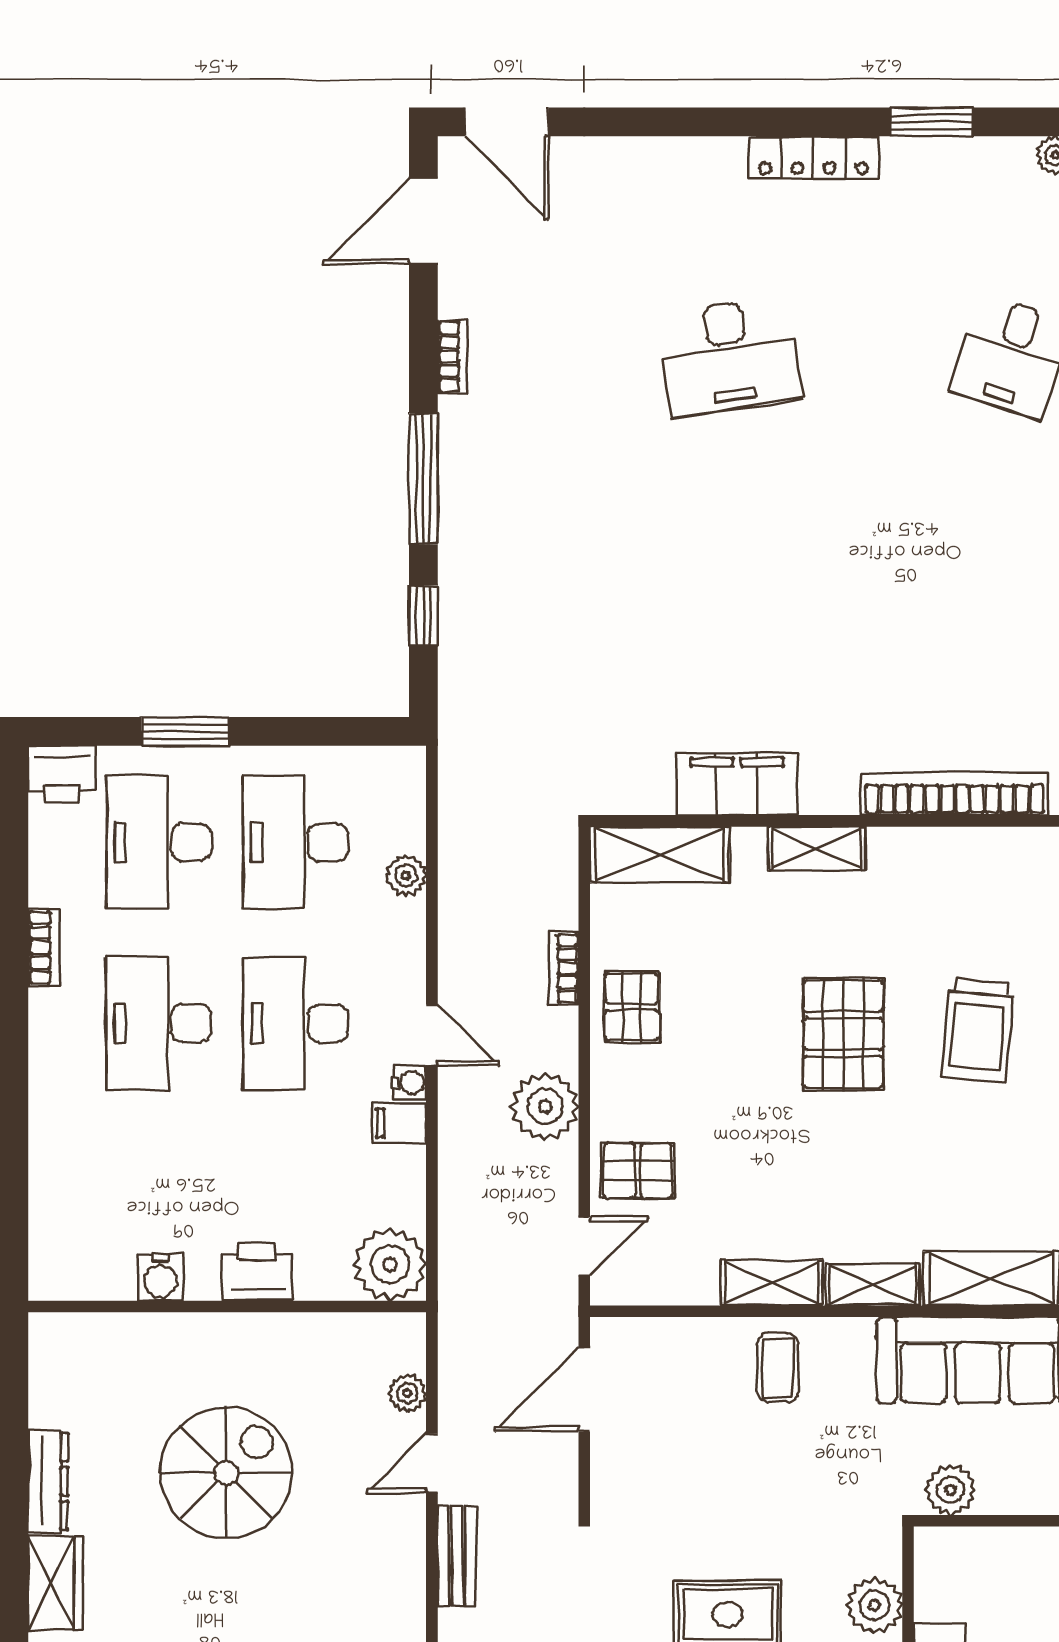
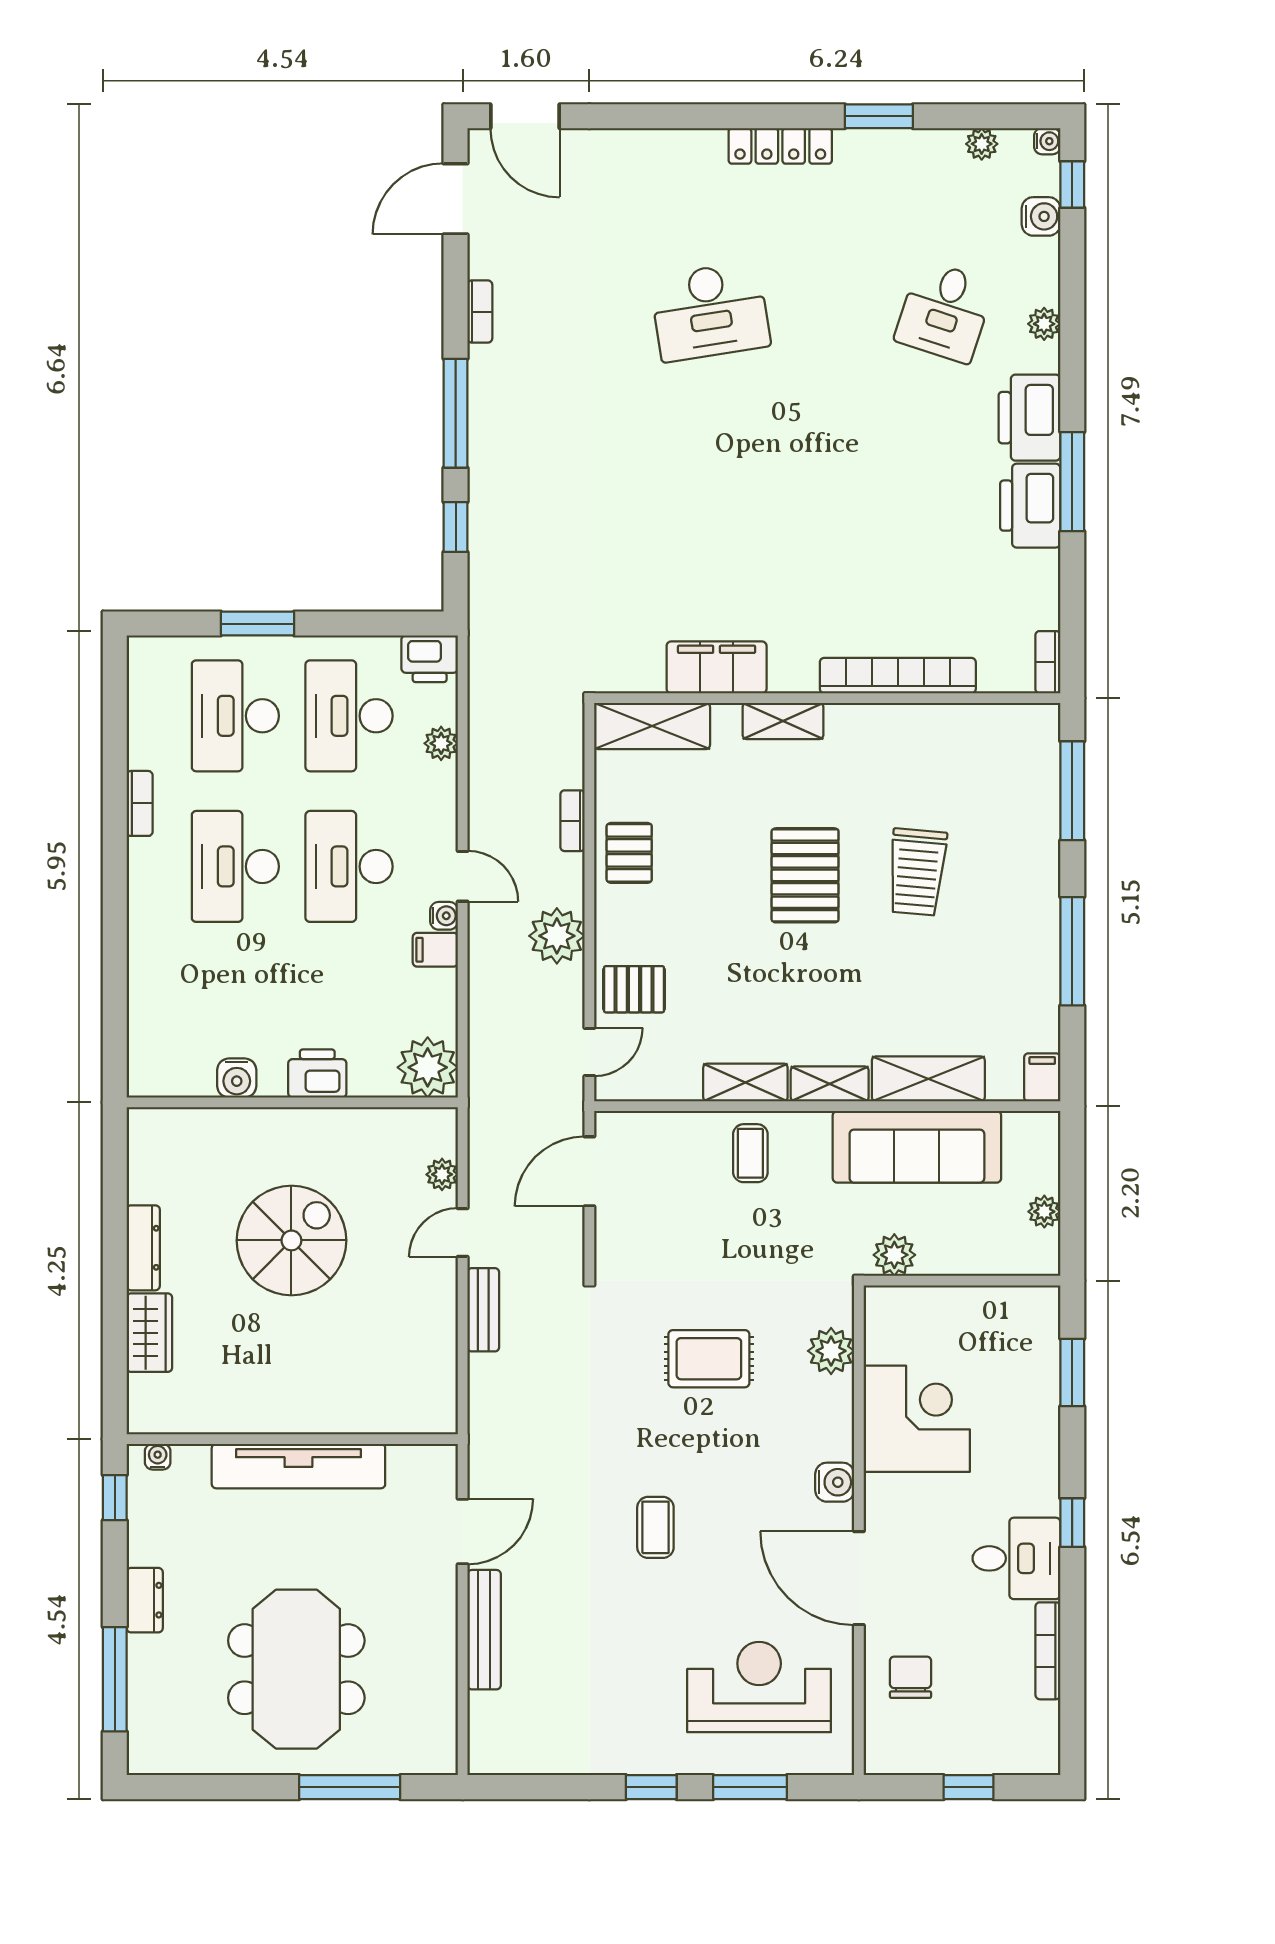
printer: (62, 774) -> (430, 659), moved

